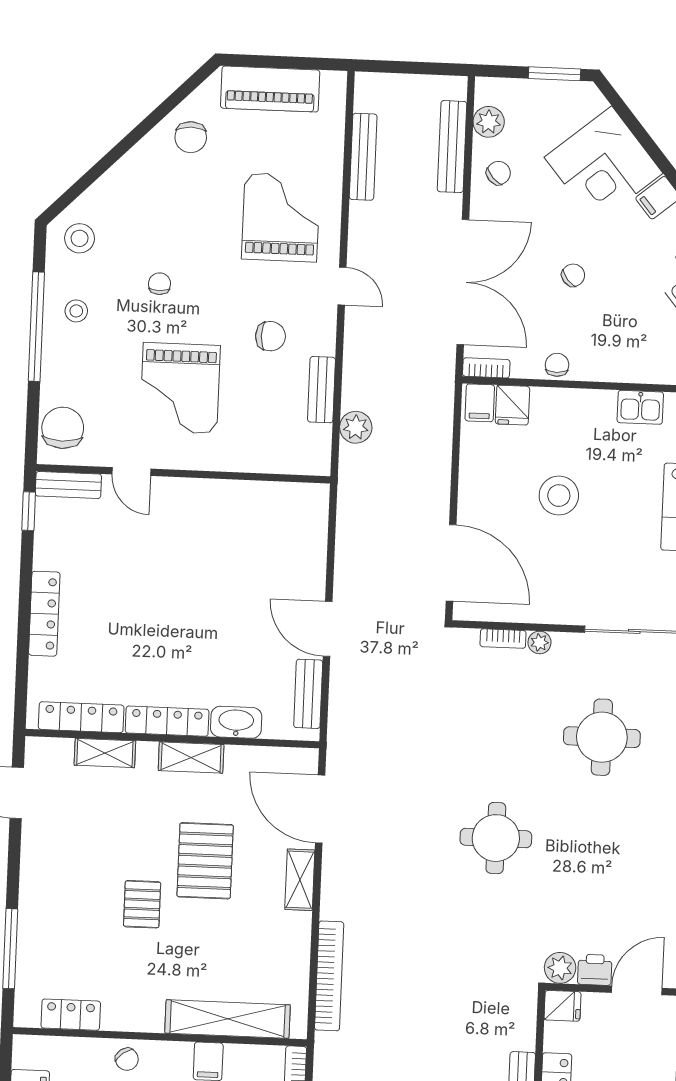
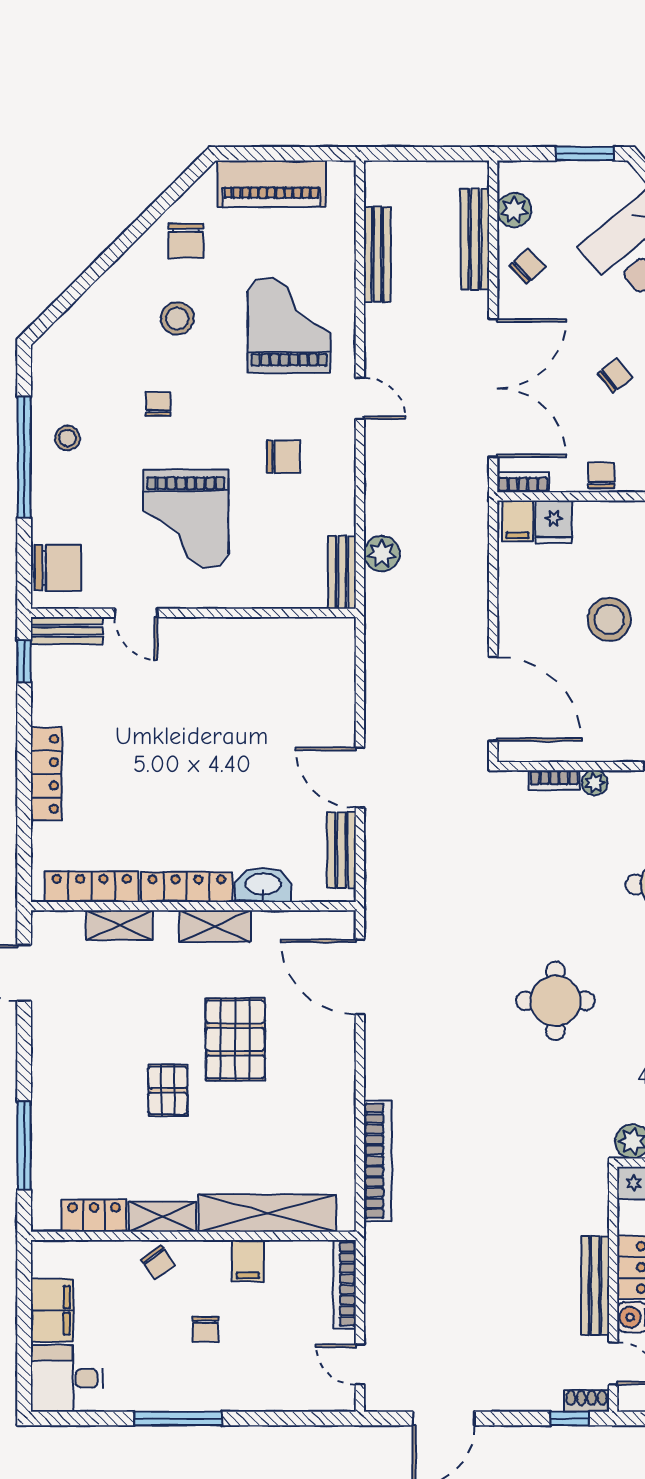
stool: (80, 238) -> (177, 318), moved
bench: (321, 390) -> (342, 572), moved
chair: (63, 428) -> (58, 568), turned 90
shelving: (300, 880) -> (163, 1217), moved, turned 90

